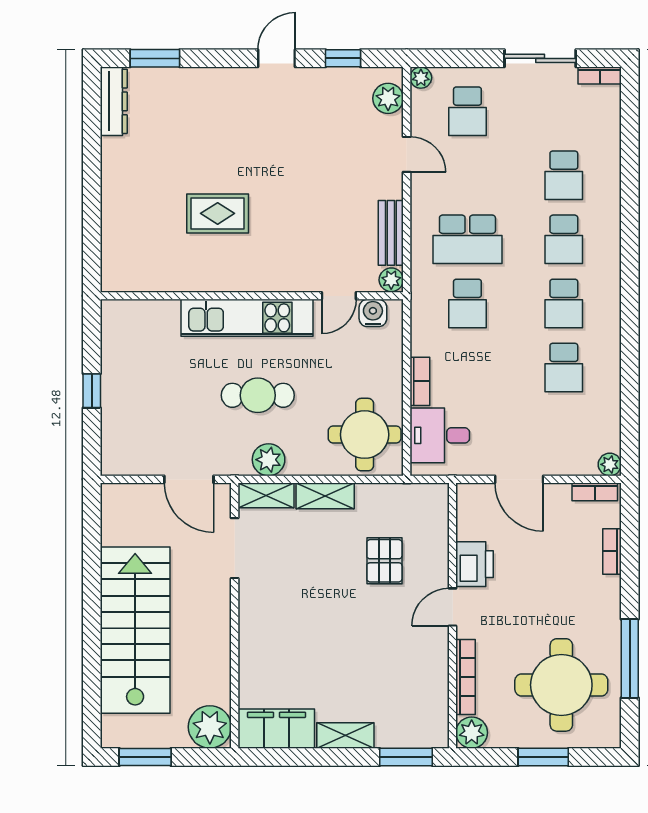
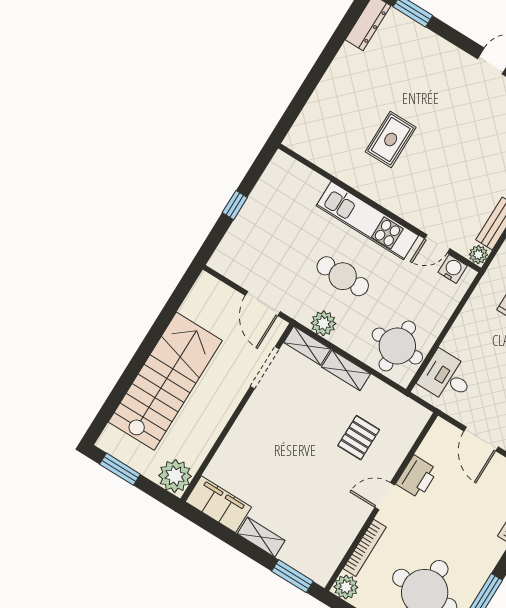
rug: (218, 213) -> (391, 139), turned 90
bookcase: (420, 381) -> (456, 333), removed

